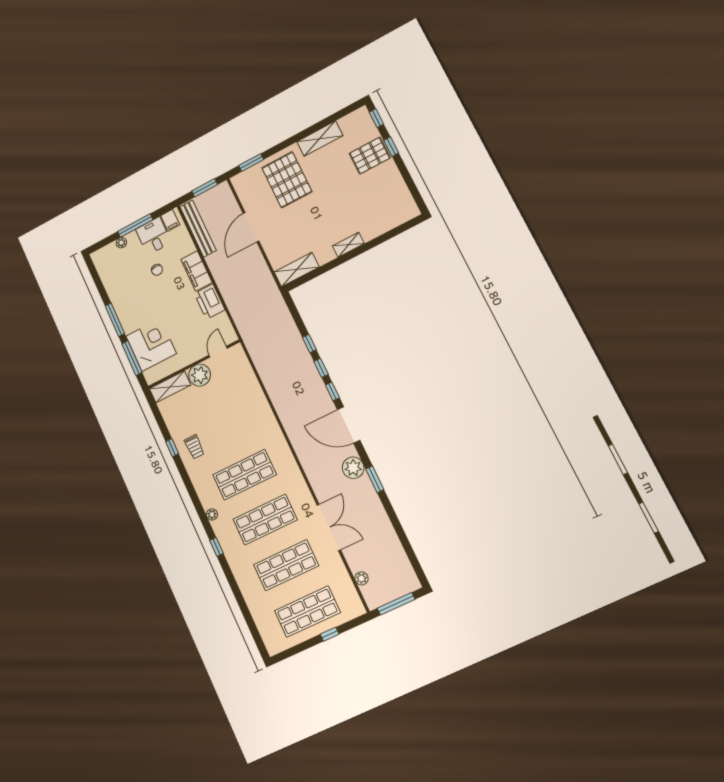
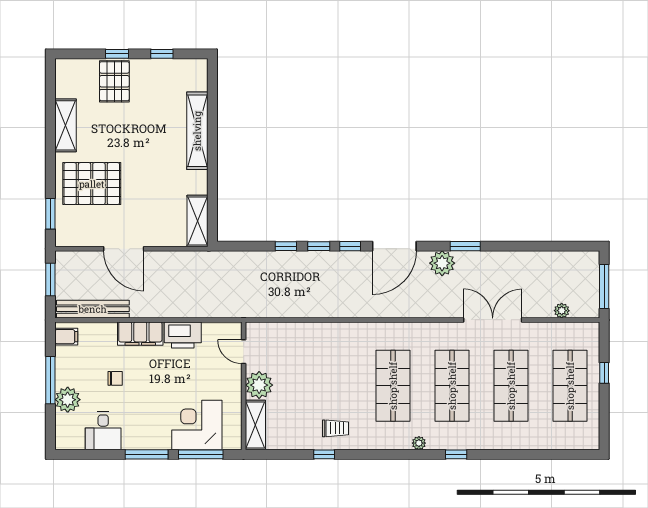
window: (376, 118) -> (162, 54), moved
desk: (154, 236) -> (103, 431), moved, turned -90
plant: (121, 243) -> (68, 400), width x1.87, depth x1.87
shelving: (348, 245) -> (197, 131), width x2.20, depth x1.33

